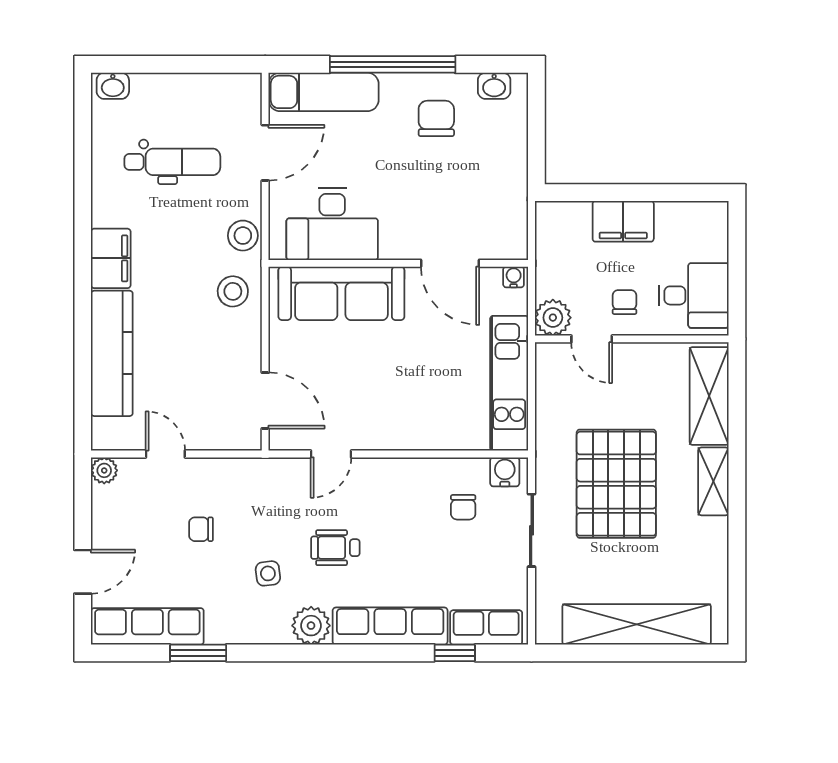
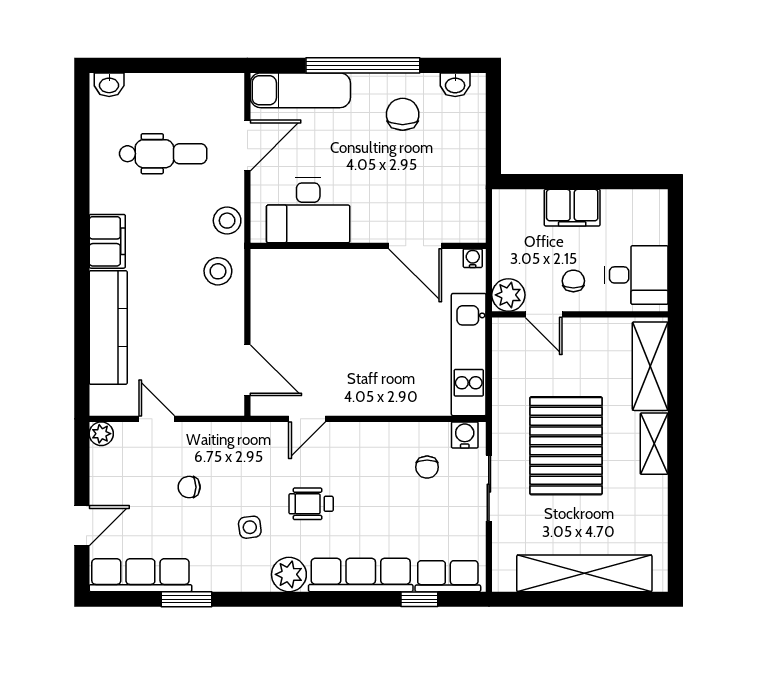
sofa: (341, 293) -> (317, 273), removed

